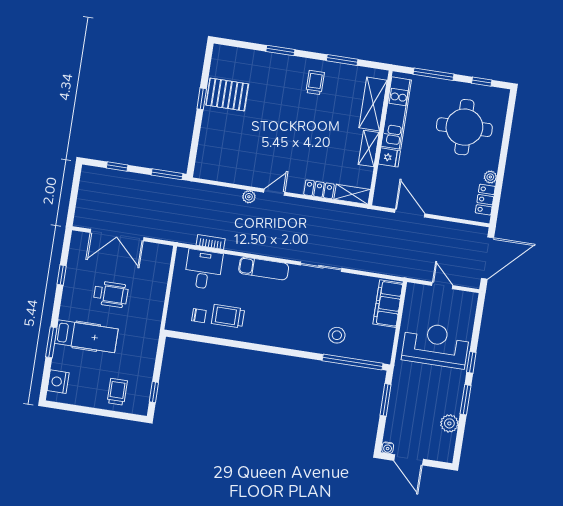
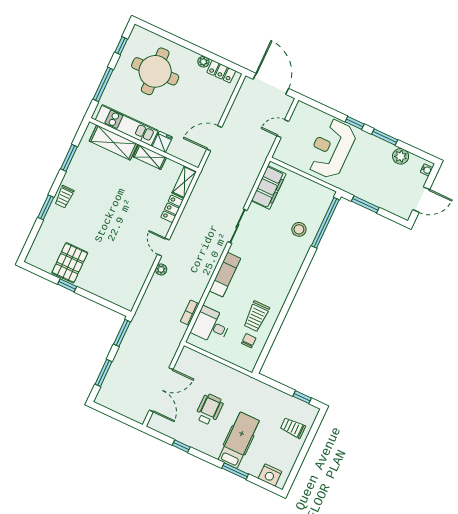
trolley: (315, 83) -> (64, 197), moved, turned -90
window: (117, 166) -> (103, 373), width x1.50
filing cabinet: (388, 304) -> (269, 187), moved, turned -90
water cooler: (388, 448) -> (427, 170), moved

